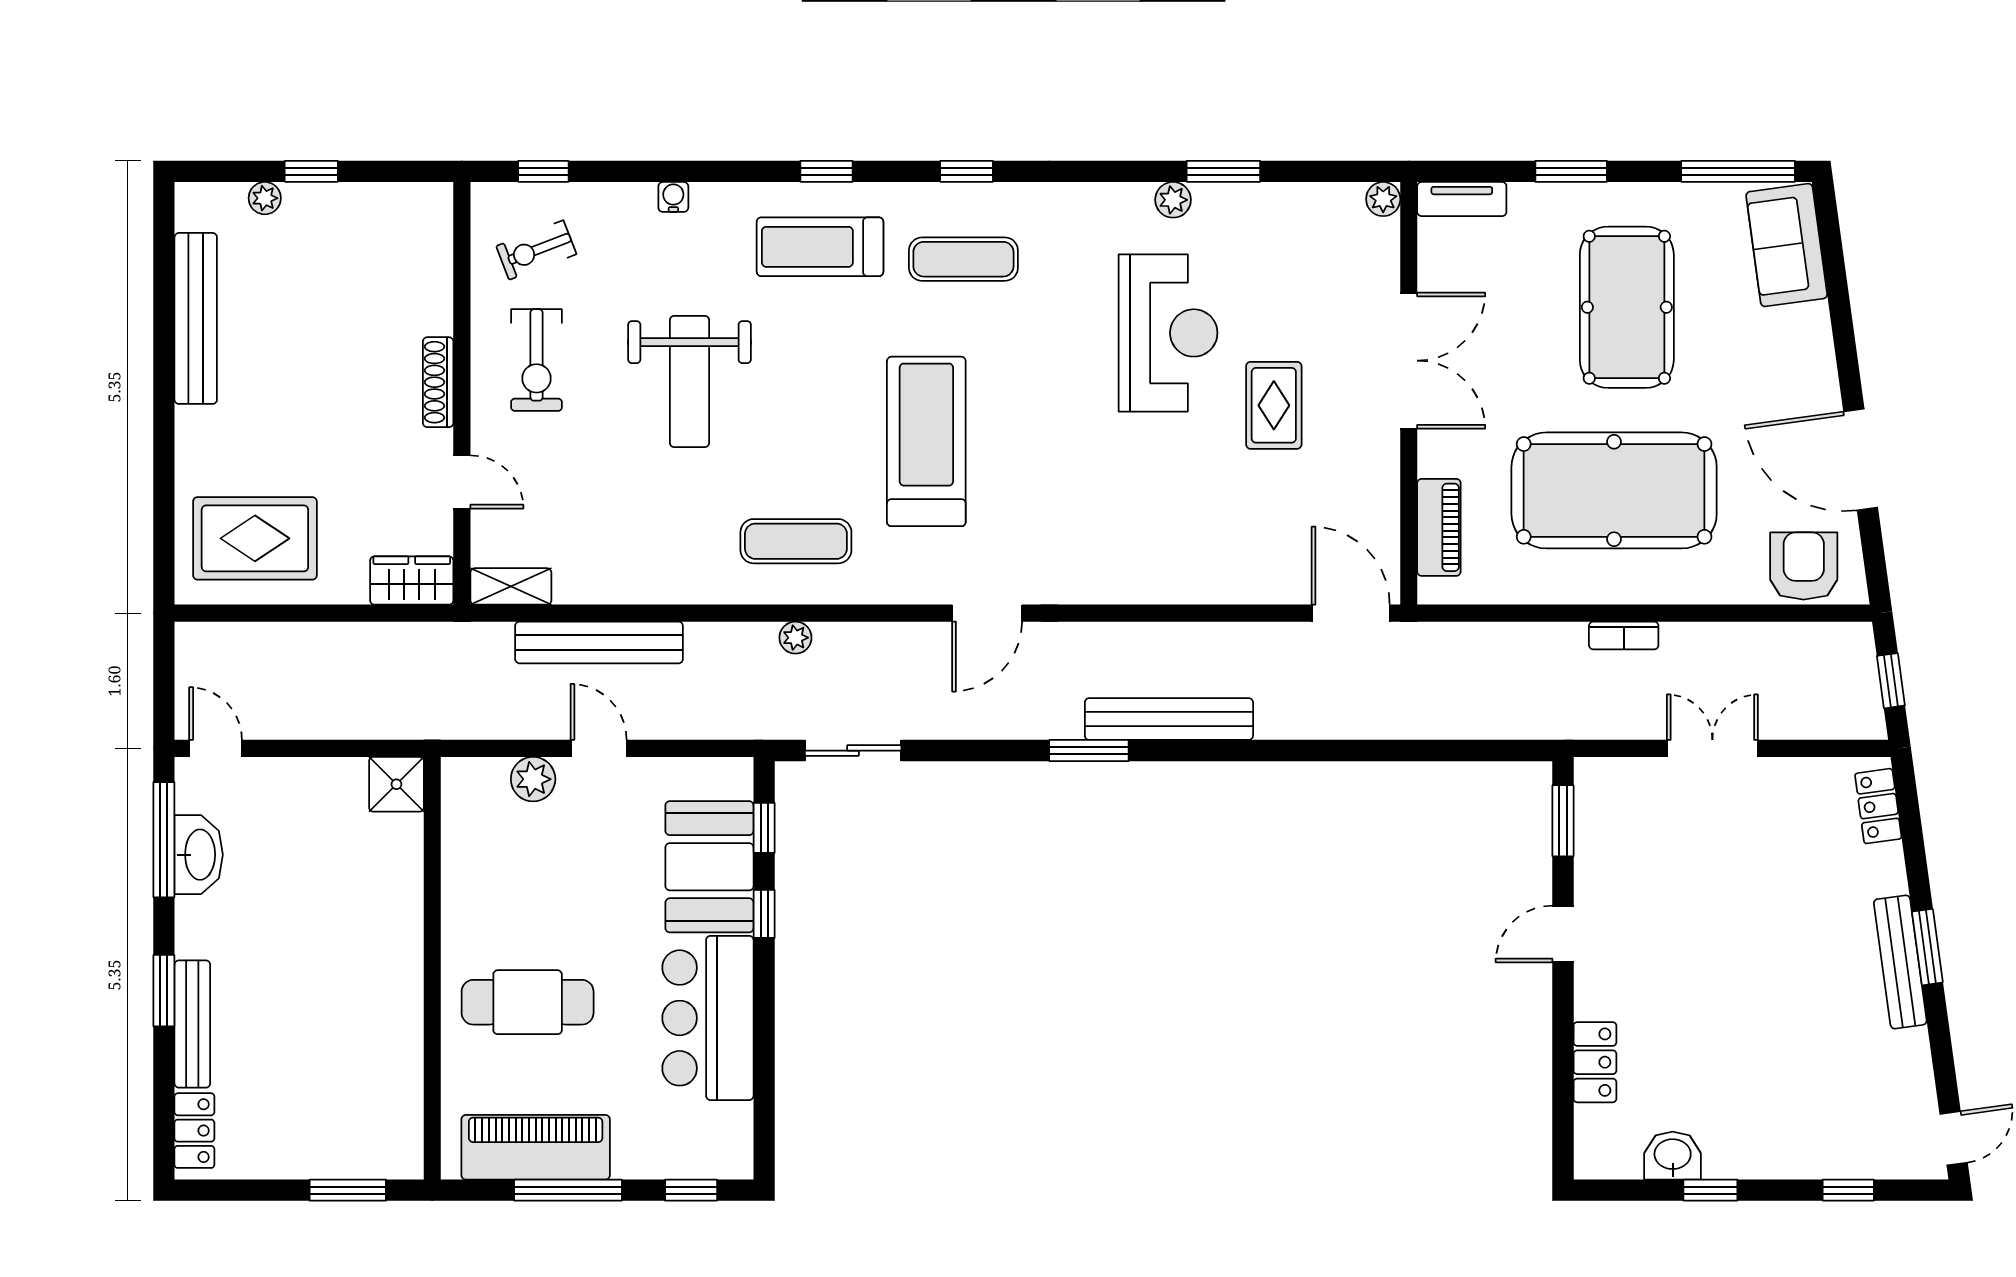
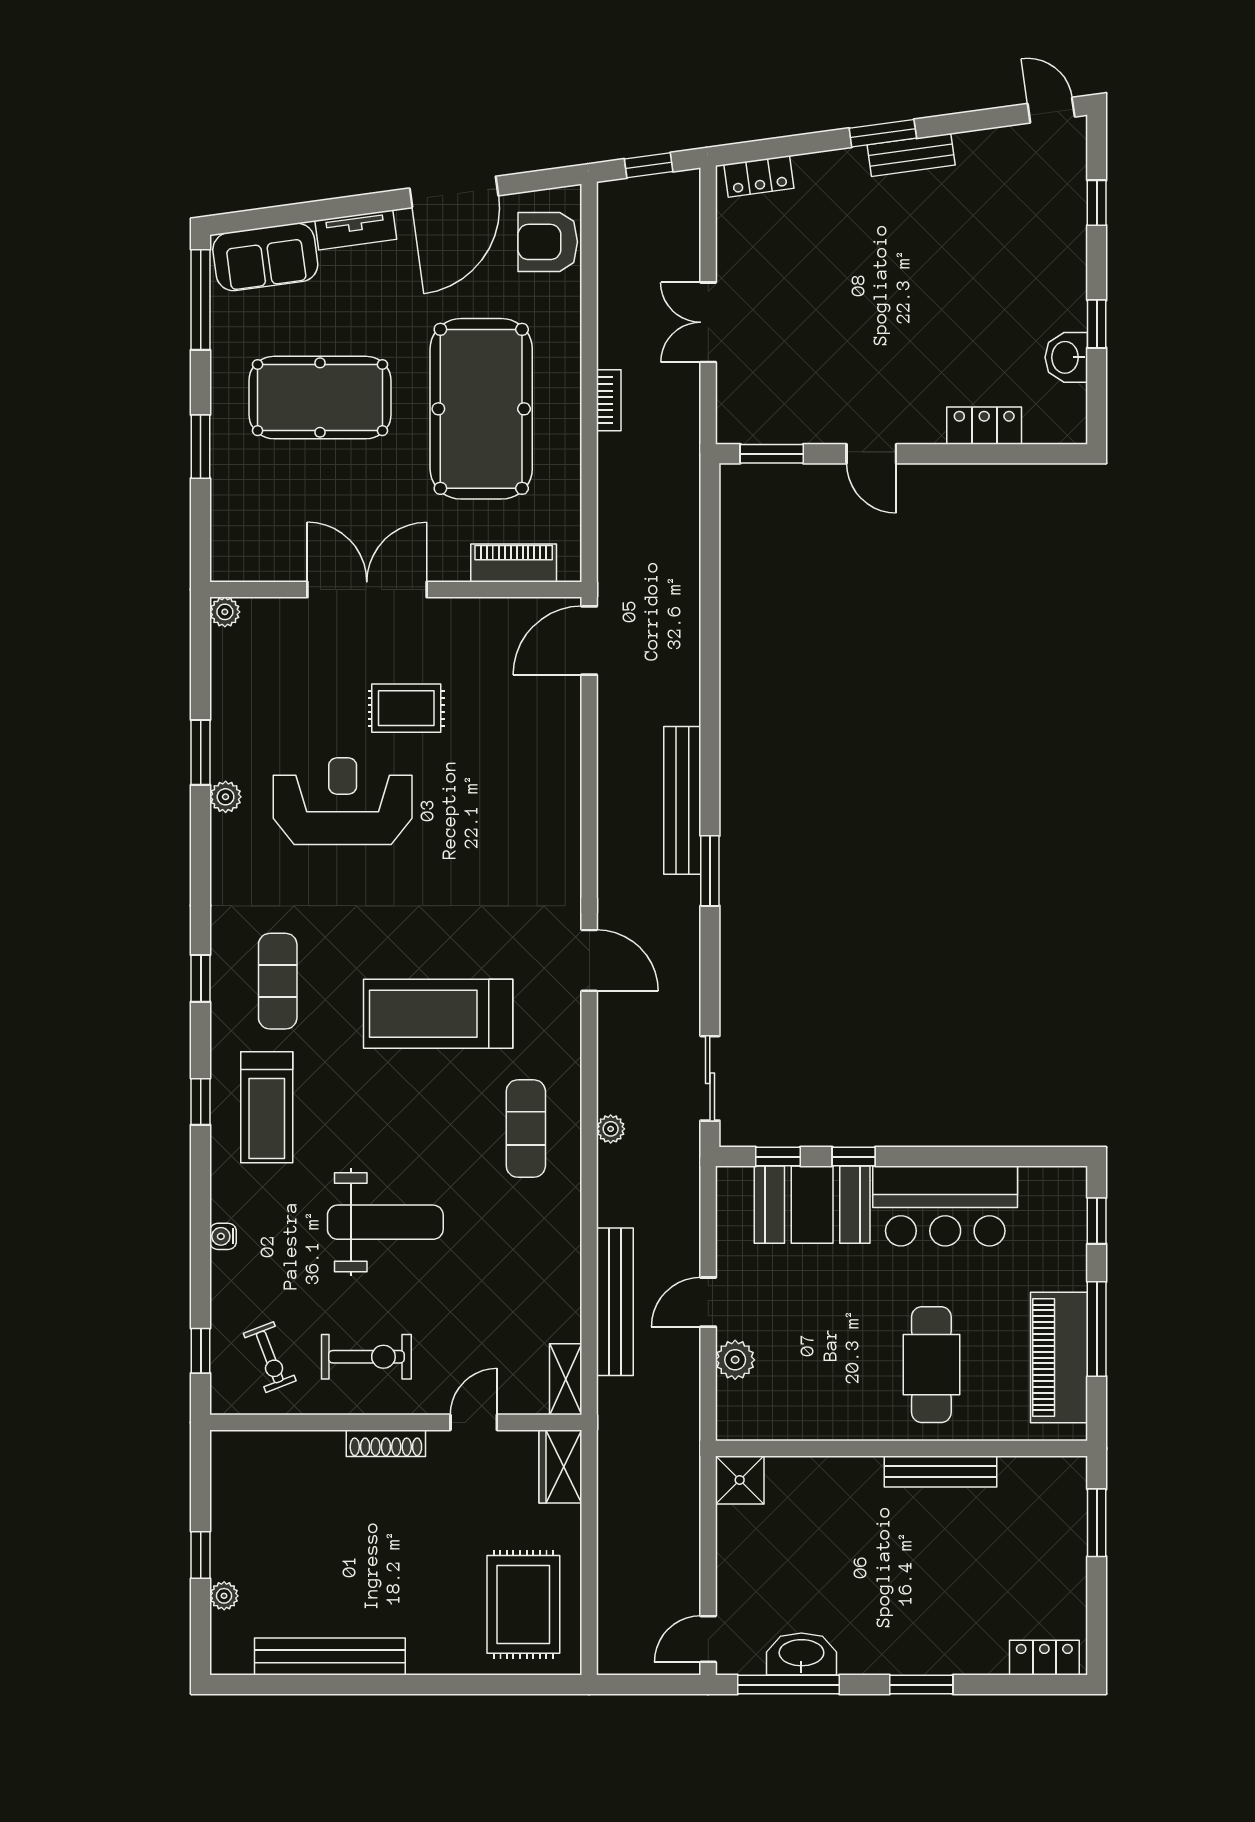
tv unit: (1462, 199) -> (356, 230), moved, turned 82
bench: (1900, 962) -> (911, 155), width x0.73
bench: (192, 1024) -> (940, 1472), moved

